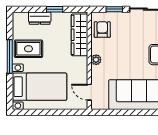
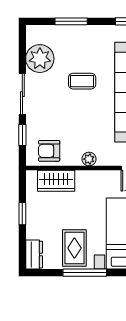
dresser: (40, 18) -> (34, 255), moved
wardrobe: (79, 35) -> (56, 181), width x0.67

